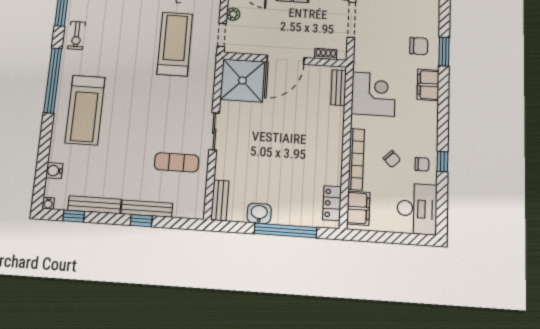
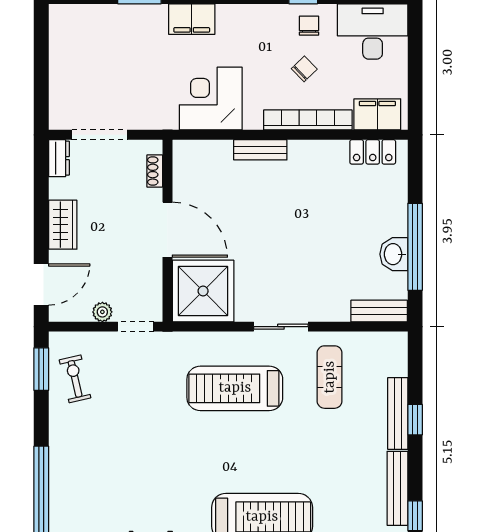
treadmill: (175, 44) -> (235, 388), moved
chair: (419, 46) -> (134, 34), removed
bench: (338, 88) -> (260, 150), moved
window: (286, 230) -> (415, 247), moved

